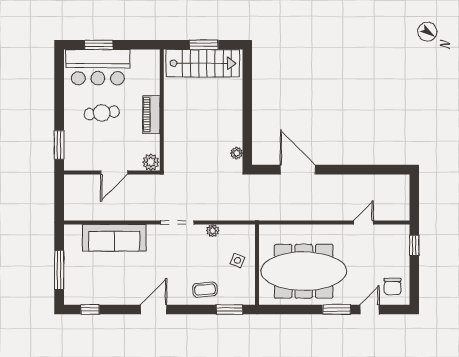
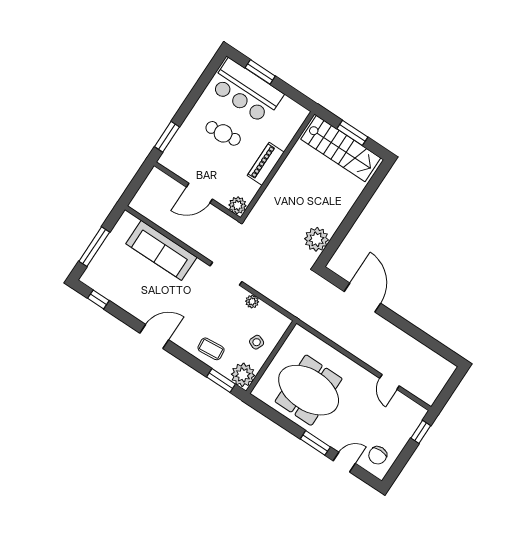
plant: (236, 153) -> (317, 239), width x1.87, depth x1.87
door: (363, 222) -> (389, 382), swing flipped
meeting table: (304, 271) -> (309, 390), width x0.73
plant: (244, 293) -> (243, 375), added

